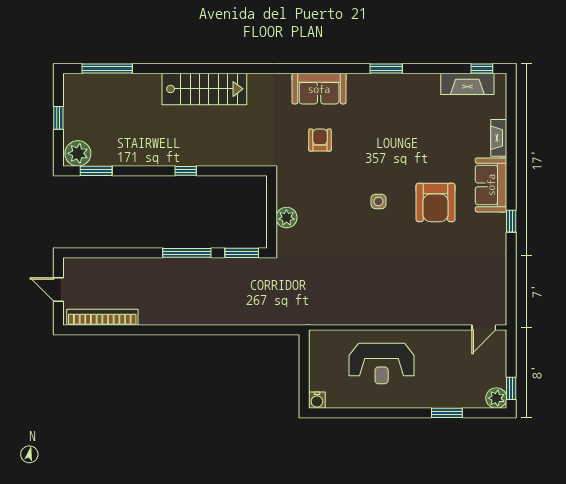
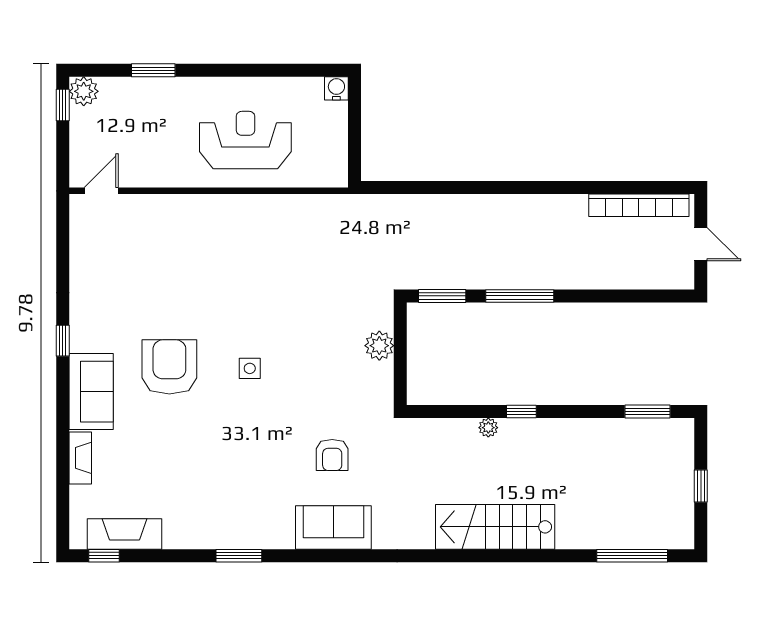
plant: (78, 153) -> (488, 428), moved, width x0.53, depth x0.53

